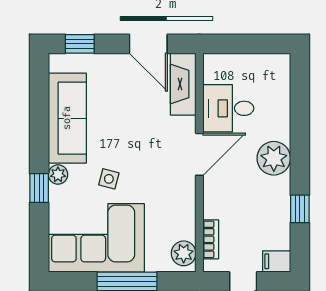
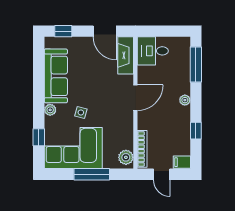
window: (300, 99) -> (196, 64), added
desk: (228, 108) -> (153, 51), moved
plant: (274, 158) -> (185, 100), width x0.53, depth x0.53
window: (39, 188) -> (39, 137), moved
bookcase: (211, 239) -> (142, 149), width x1.56

